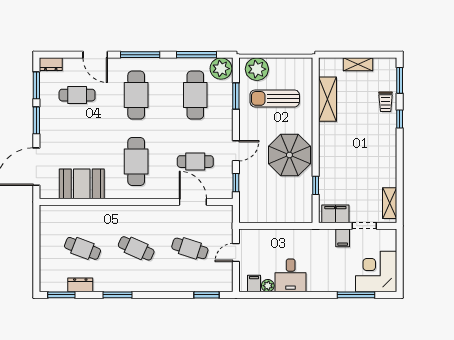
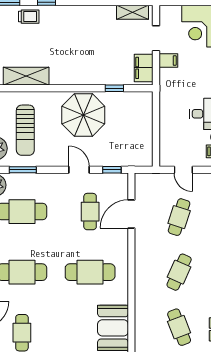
cafe table: (82, 248) -> (179, 327), turned -42

